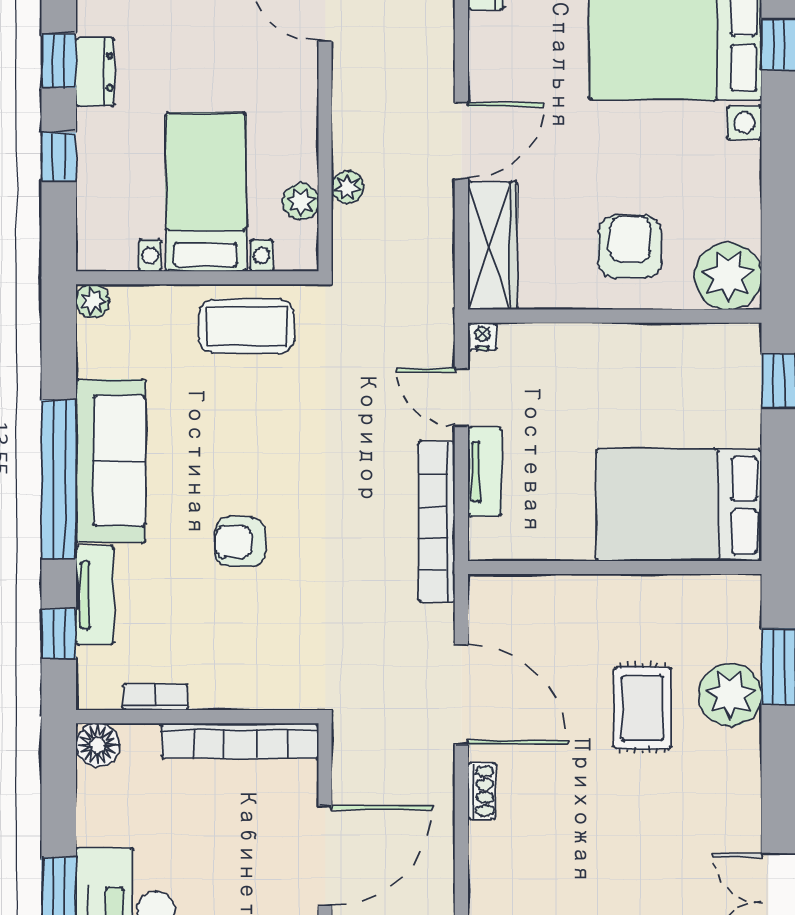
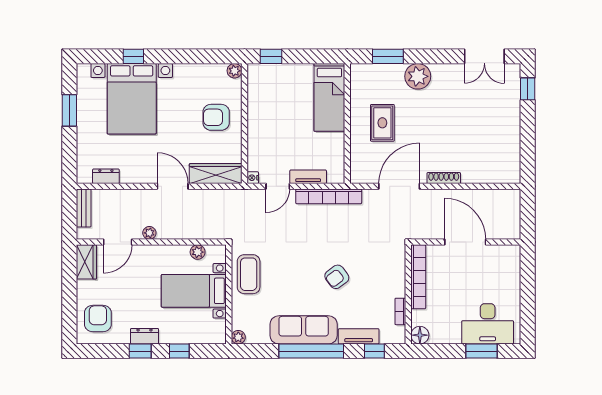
plant: (347, 187) -> (149, 233), moved
plant: (728, 276) -> (235, 71), width x0.53, depth x0.53
bed: (679, 505) -> (329, 97), width x0.67
armchair: (240, 542) -> (337, 277), turned 53
plant: (730, 695) -> (418, 76), moved
rug: (642, 708) -> (382, 123), moved, turned 90
shoe rack: (482, 791) -> (444, 178), width x1.43

